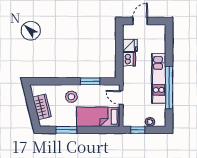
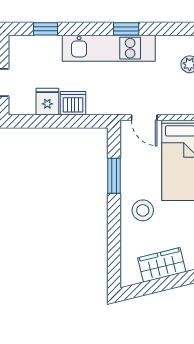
window: (169, 44) -> (45, 29), added
window: (169, 88) -> (126, 29), width x0.32
door: (121, 98) -> (144, 118), hinge flipped

